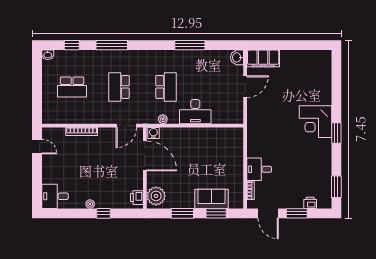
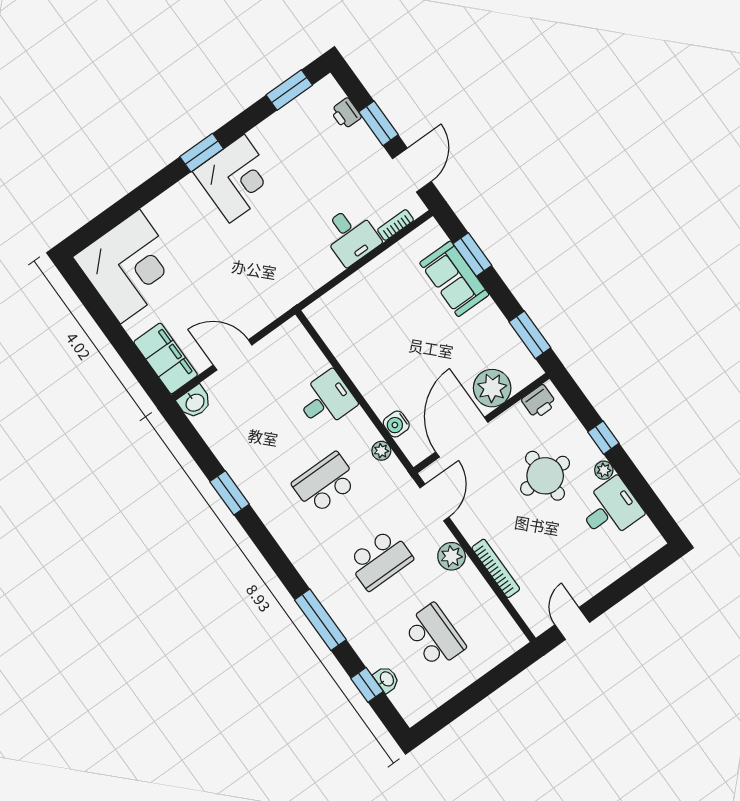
window: (190, 45) -> (230, 493), width x0.69
washbasin: (48, 55) -> (386, 679), moved
corner desk: (311, 71) -> (130, 267), added
desk: (195, 112) -> (326, 400), width x0.73
plant: (99, 117) -> (452, 556), added
corner desk: (315, 122) -> (237, 179), moved
door: (126, 126) -> (434, 503), hinge flipped
water cooler: (153, 133) -> (396, 424), moved
round table: (105, 178) -> (545, 476), added
desk: (55, 196) -> (610, 509), moved, turned -90
plant: (156, 196) -> (492, 388), moved
window: (182, 213) -> (530, 335), moved

